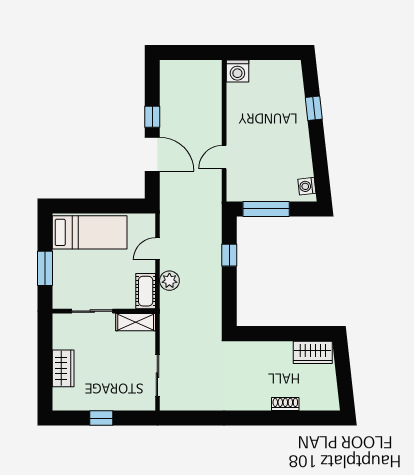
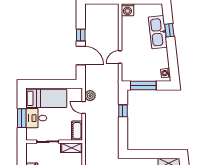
kitchen sink: (293, 112) -> (158, 32), added
door: (157, 249) -> (84, 108), hinge flipped
desk: (71, 268) -> (36, 118), added
plant: (169, 281) -> (90, 96), moved

